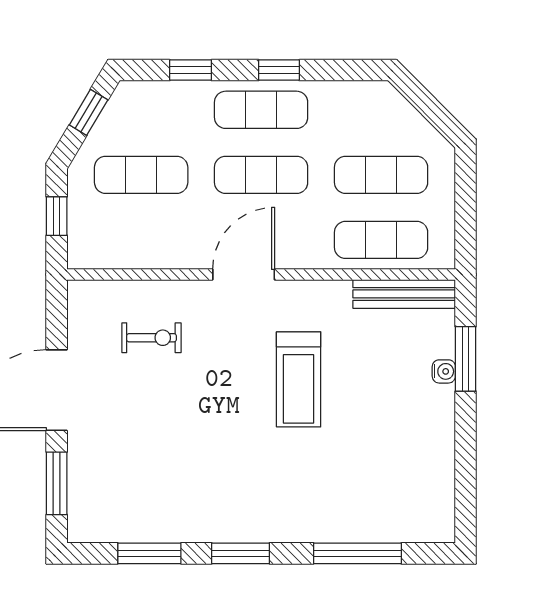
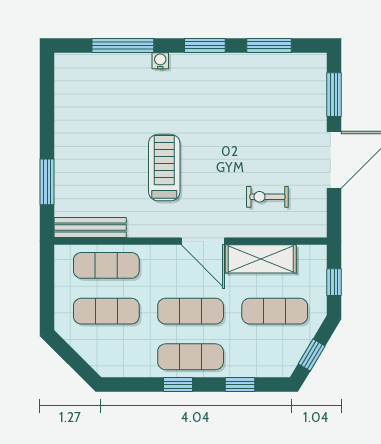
shelving: (161, 249) -> (261, 259), added
door: (244, 275) -> (203, 241), hinge flipped
water cooler: (444, 371) -> (160, 61), moved, turned 90

